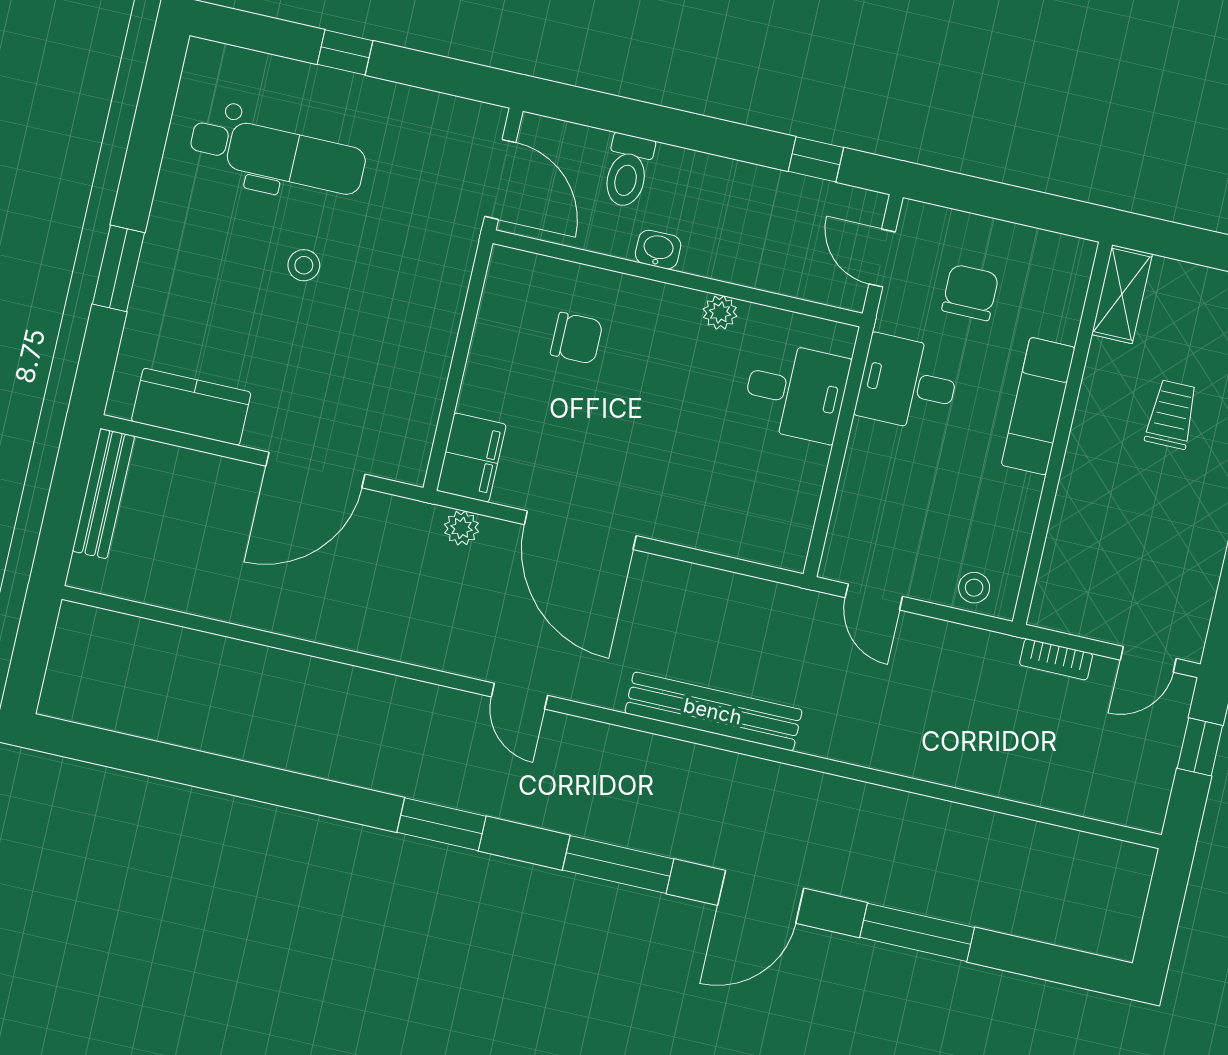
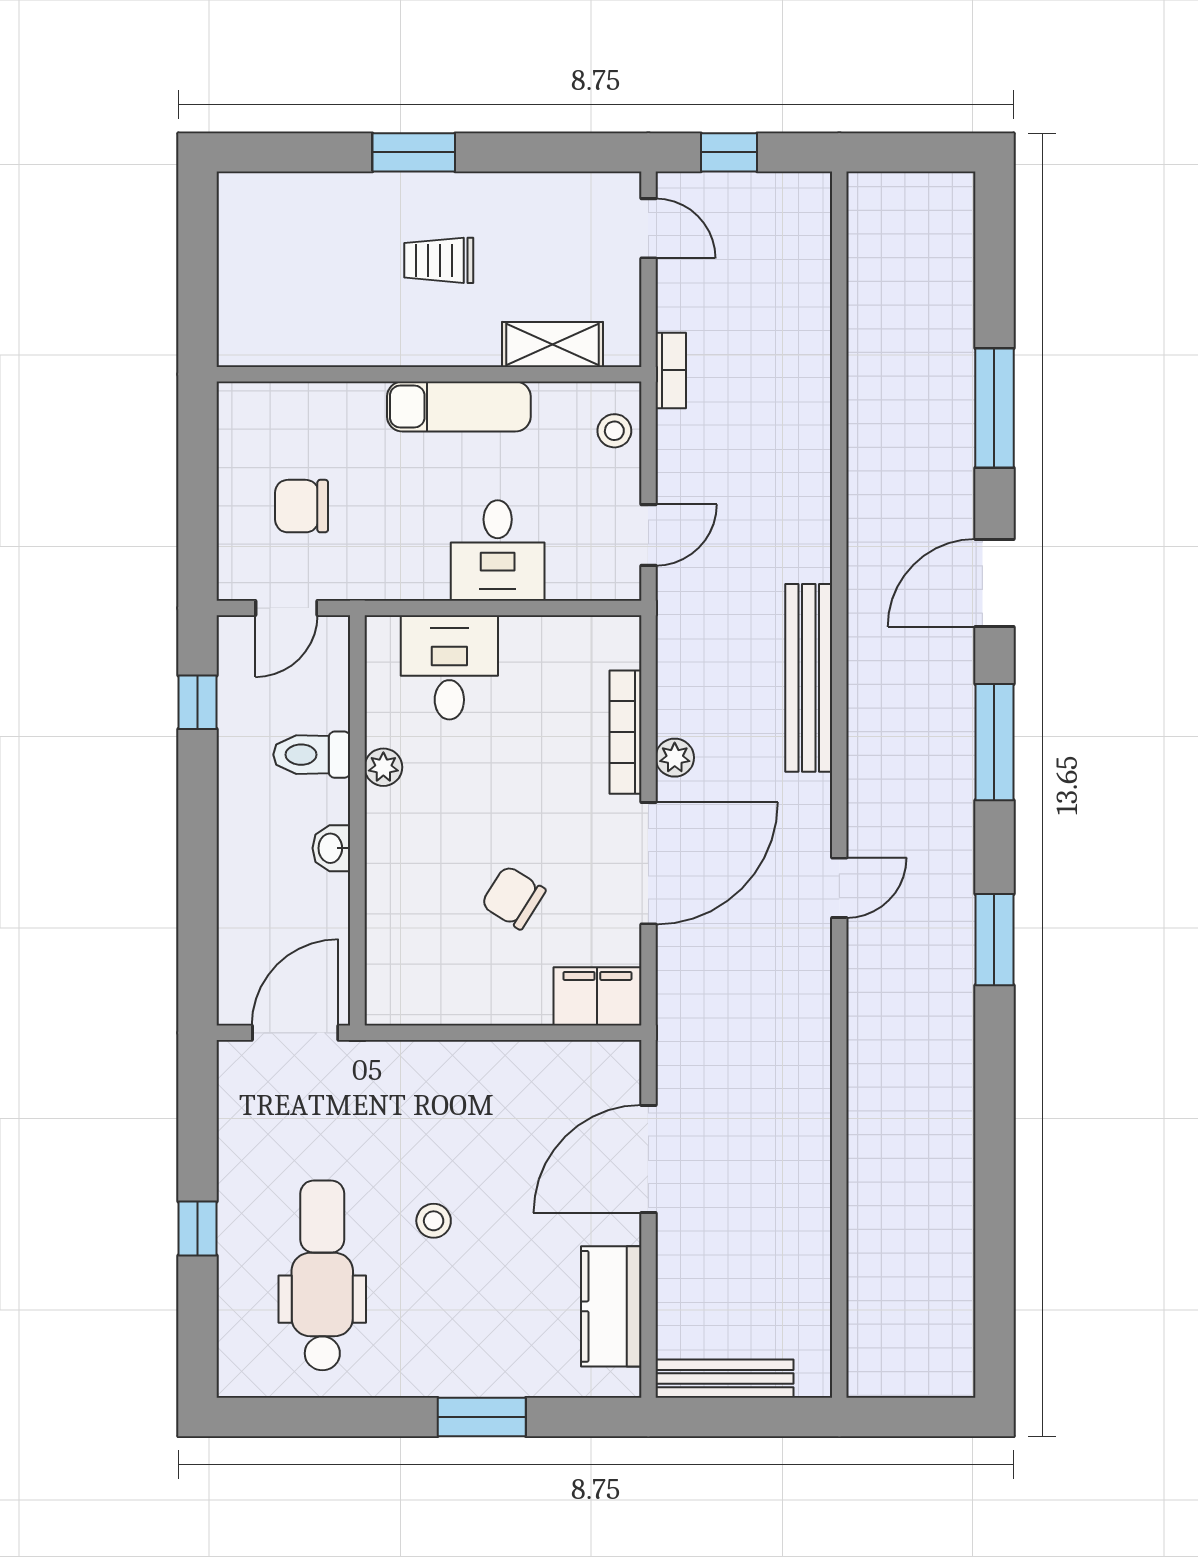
toilet: (628, 171) -> (312, 755), moved, turned 180
shelving: (1122, 294) -> (553, 344), moved
chair: (577, 338) -> (513, 897), moved, turned -58
desk: (908, 383) -> (498, 551), moved
exam couch: (1038, 406) -> (459, 407), moved
trolley: (1172, 415) -> (439, 260), moved
door: (315, 470) -> (648, 1159), swing flipped
plant: (461, 528) -> (675, 758), moved
bookcase: (702, 536) -> (625, 732), added
bookcase: (1056, 659) -> (671, 370), moved
door: (761, 897) -> (994, 583), swing flipped

